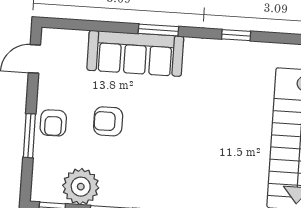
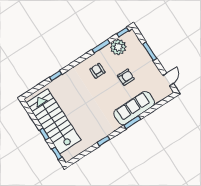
armchair: (53, 123) -> (97, 71), moved

